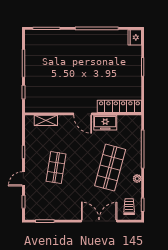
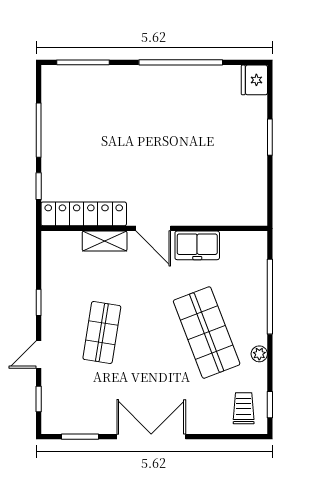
locker: (119, 106) -> (84, 214), moved
shelving: (46, 120) -> (105, 241), moved
shop shelf: (110, 168) -> (207, 333), turned -36
double door: (99, 221) -> (151, 437), moved

